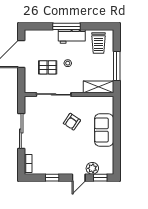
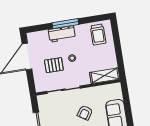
workbench: (72, 36) -> (62, 34), moved
window: (117, 66) -> (119, 53), removed

